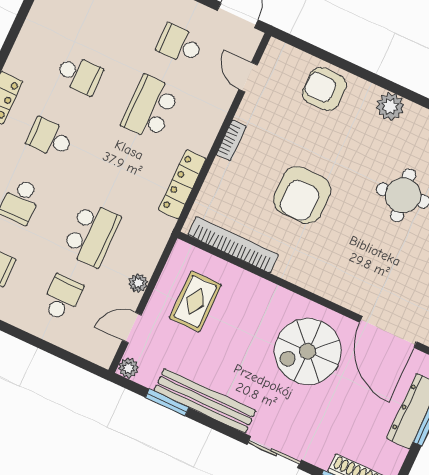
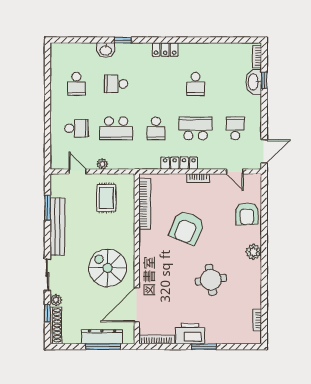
door: (248, 77) -> (235, 172), swing flipped
armchair: (324, 89) -> (247, 214), turned 180
school desk: (50, 138) -> (156, 128), moved, turned 180
locker: (182, 184) -> (179, 163), moved
armchair: (302, 195) -> (187, 228), turned -67
rug: (195, 301) -> (106, 198), turned 90
plant: (128, 368) -> (56, 300), moved

